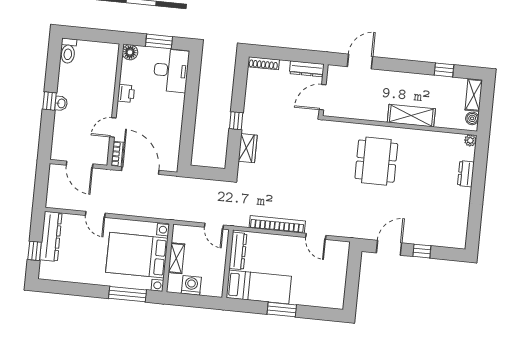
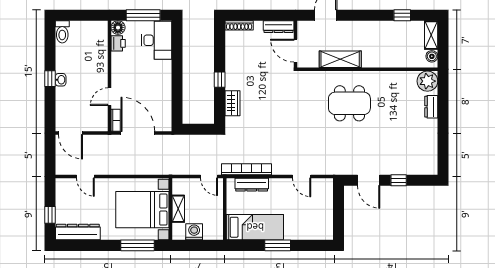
window: (159, 41) -> (143, 15), width x1.44
printer: (126, 93) -> (118, 43), moved
door: (323, 97) -> (295, 51), hinge flipped
shelving: (411, 116) -> (340, 59), moved
plant: (470, 140) -> (427, 81), width x1.87, depth x1.87
dining table: (376, 161) -> (349, 103), turned 90
door: (80, 164) -> (70, 133), moved
door: (95, 214) -> (85, 176), moved
bookcase: (277, 224) -> (247, 169), moved
dresser: (51, 236) -> (78, 232), moved, turned -90
door: (389, 248) -> (369, 180), swing flipped
dresser: (238, 251) -> (252, 185), moved, turned 90

